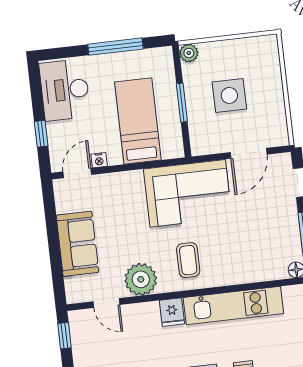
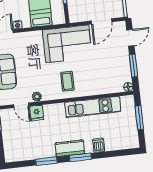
plant: (141, 279) -> (37, 97), width x0.53, depth x0.53
fridge: (172, 312) -> (37, 113), moved

